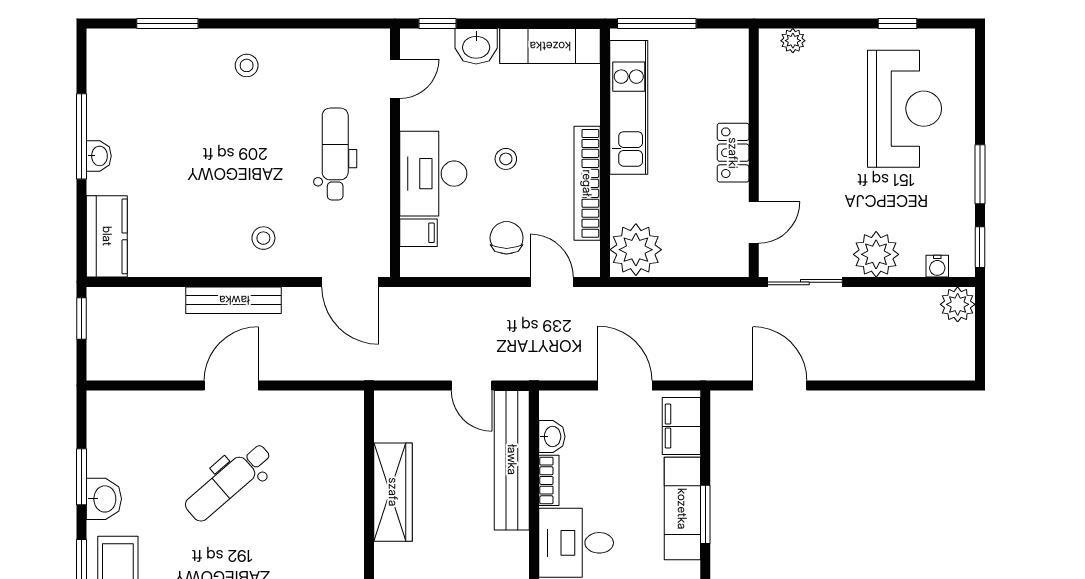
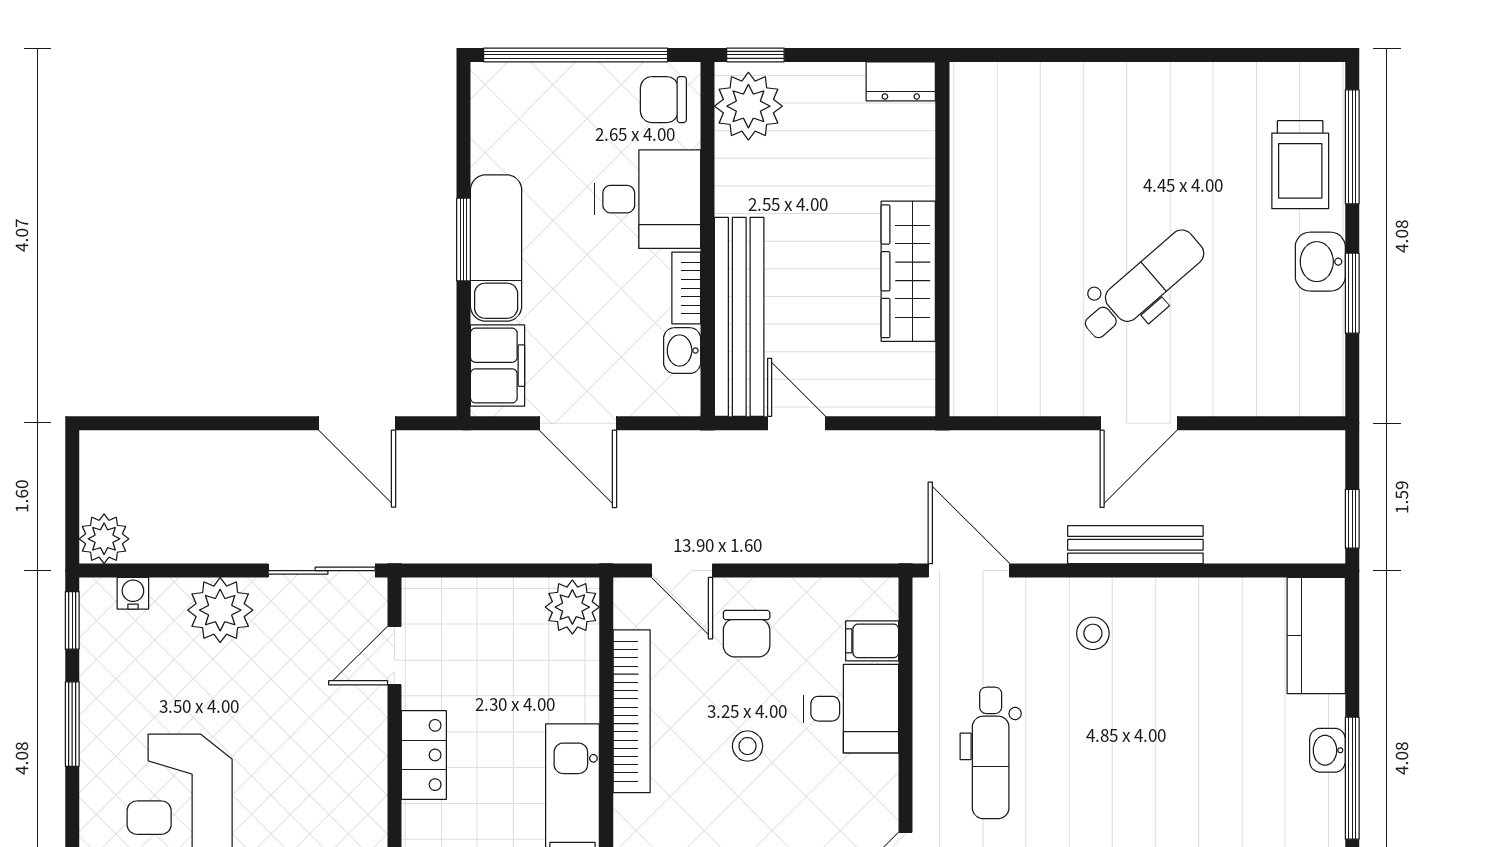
desk: (433, 174) -> (851, 709), width x0.73
plant: (636, 250) -> (572, 607), width x0.73, depth x0.73

